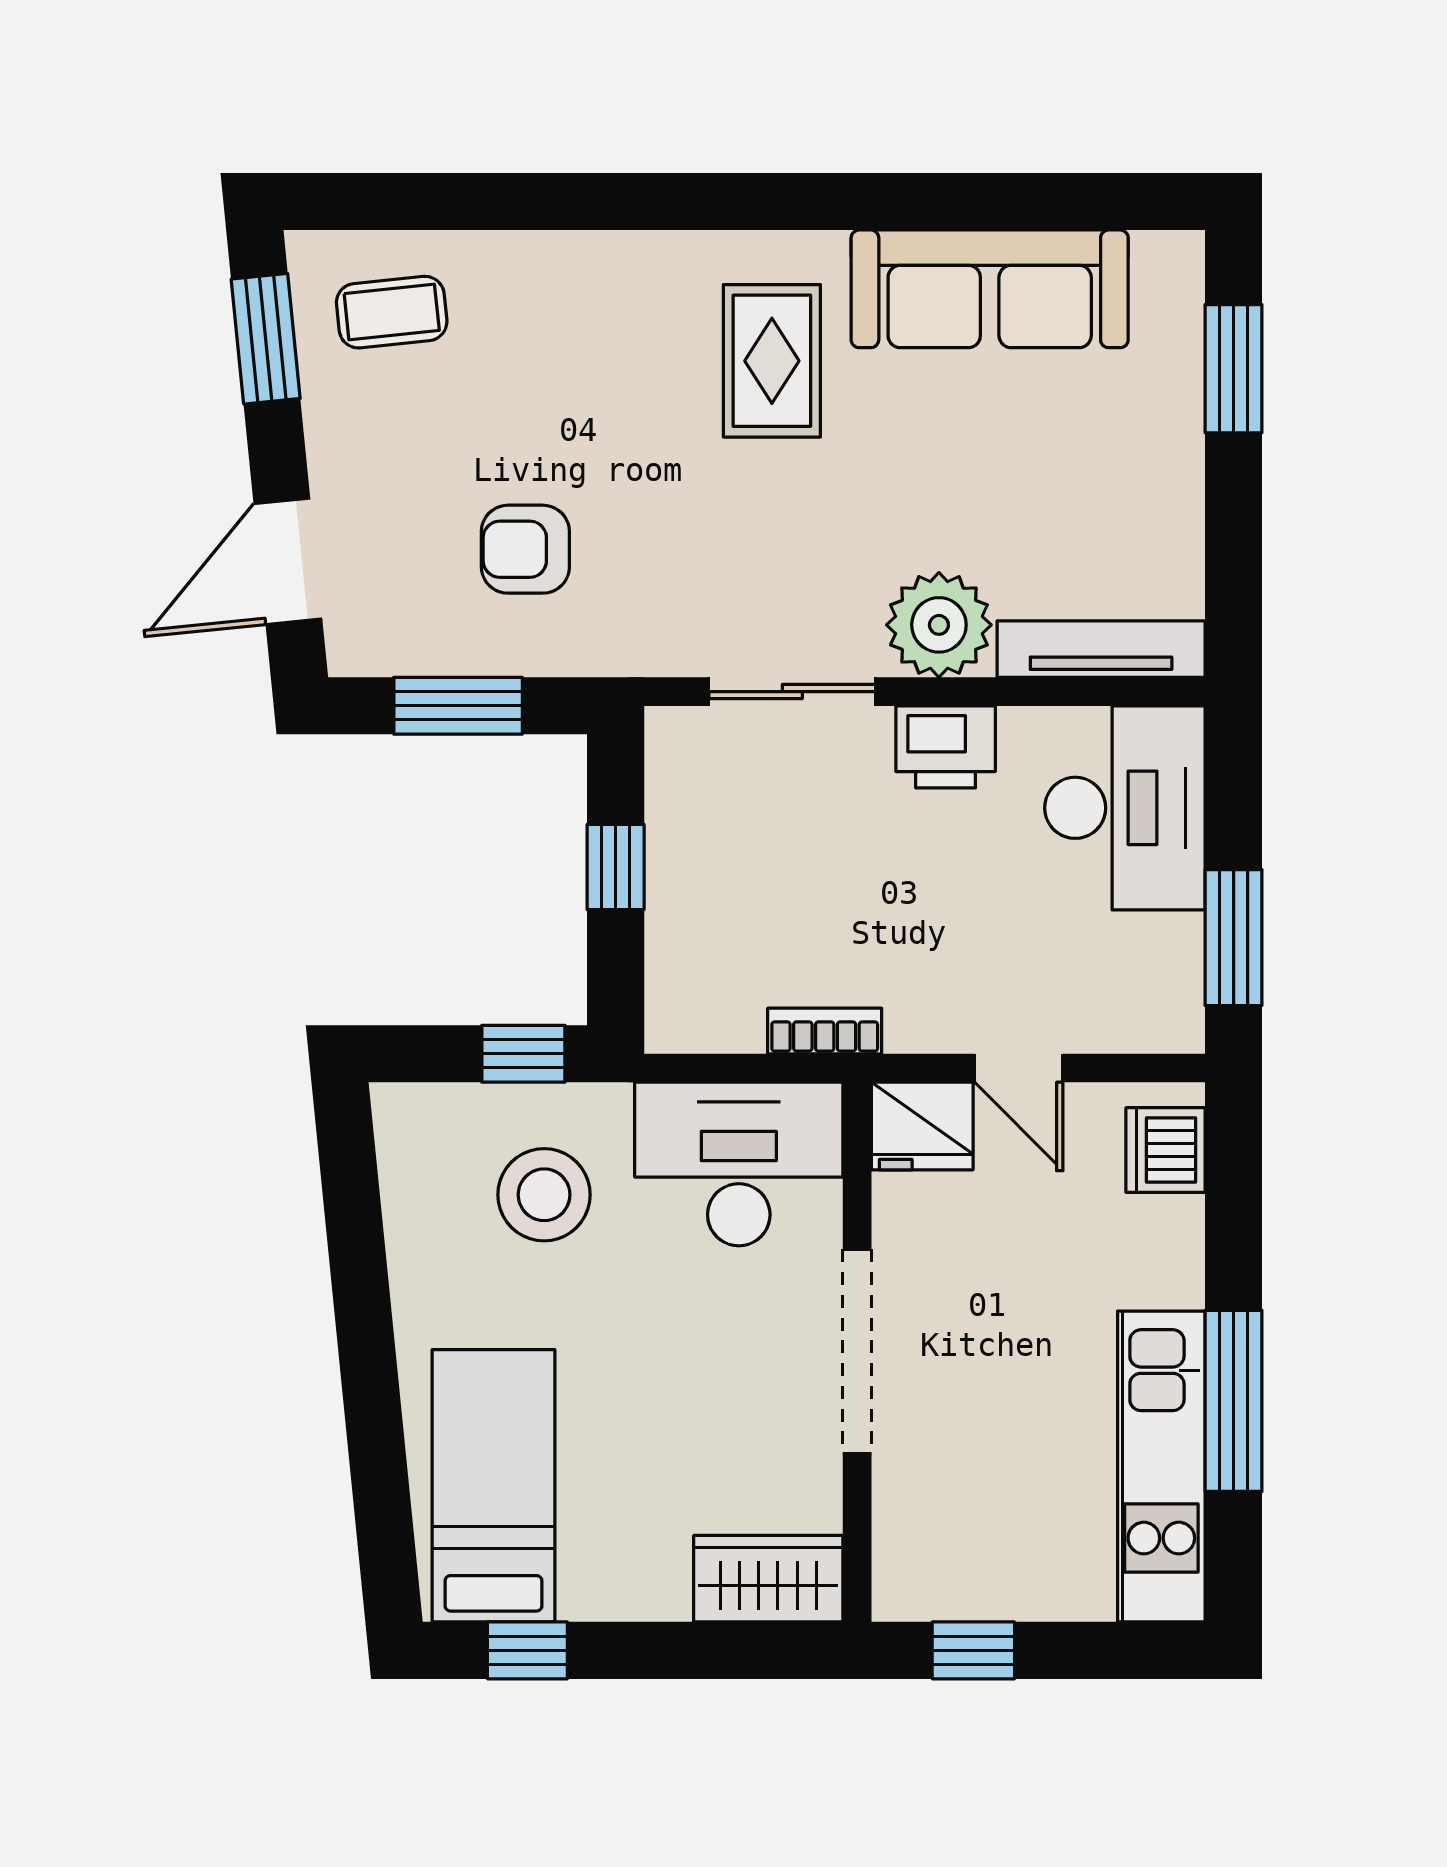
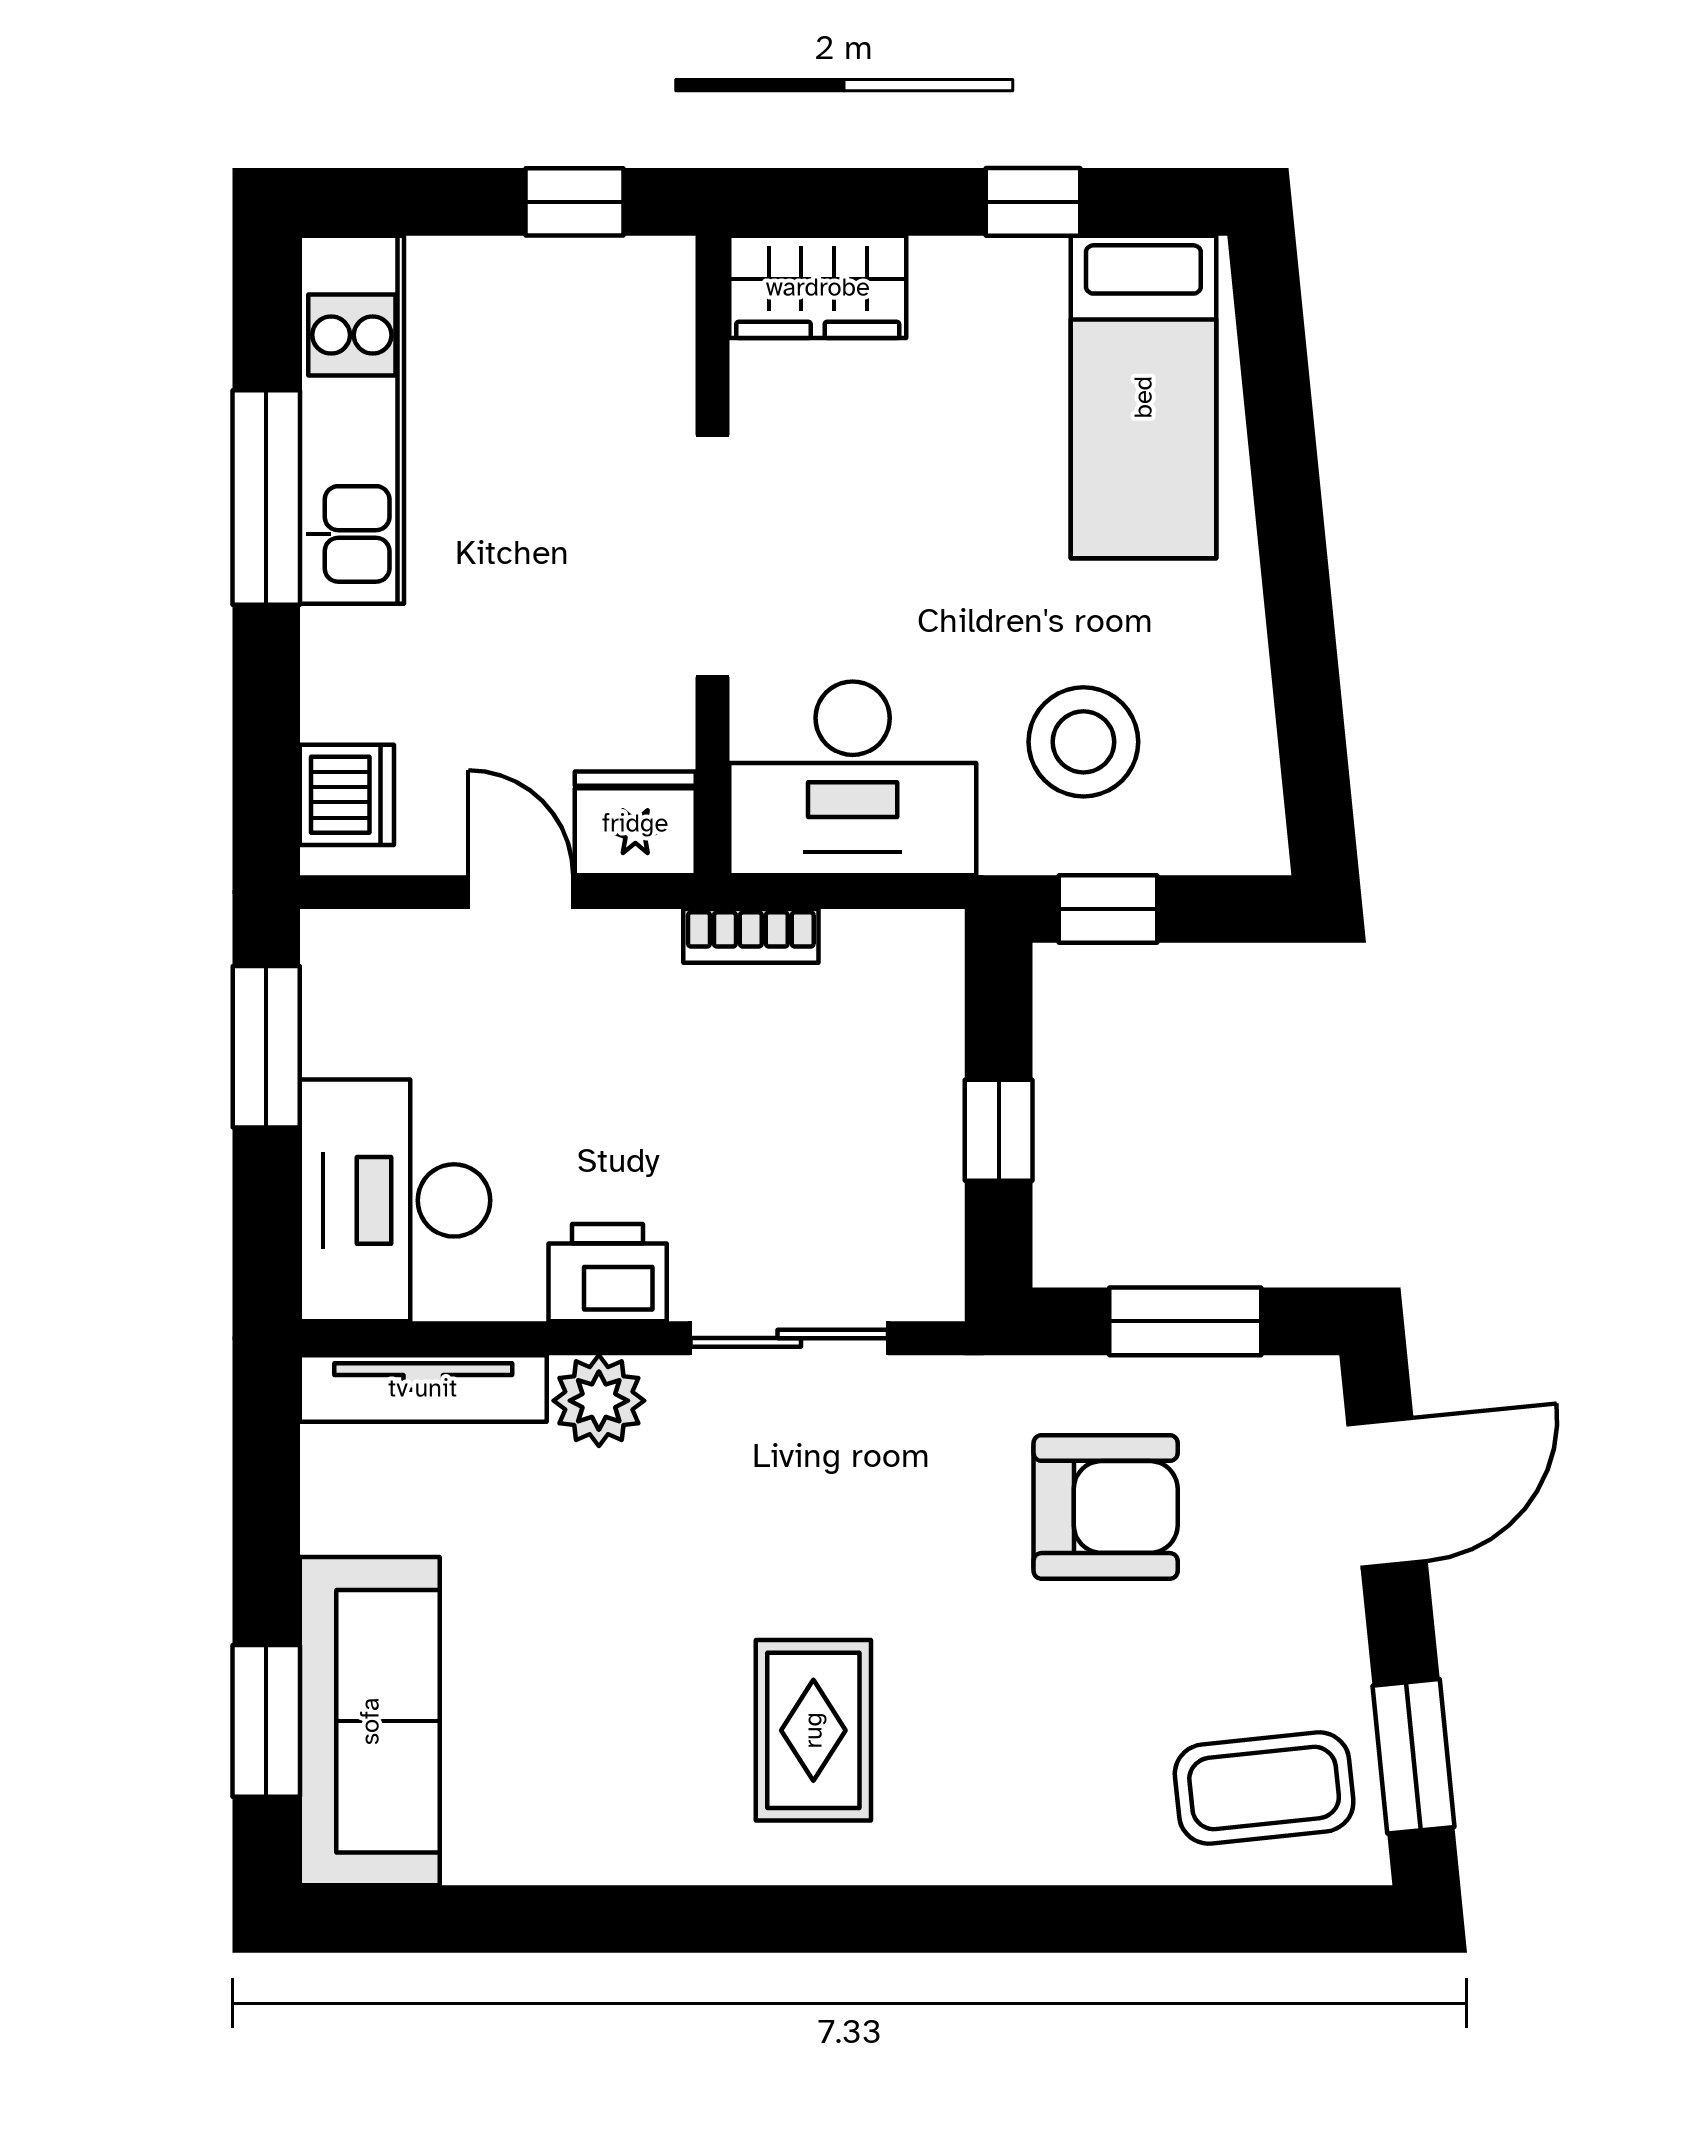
sofa: (990, 289) -> (370, 1721), moved, turned 90
coffee table: (392, 312) -> (1264, 1788), width x1.36, depth x1.30
armchair: (525, 549) -> (1106, 1507), width x1.38, depth x1.38
plant: (939, 625) -> (599, 1401), width x0.73, depth x0.73
window: (527, 1650) -> (1033, 202), moved

